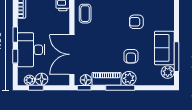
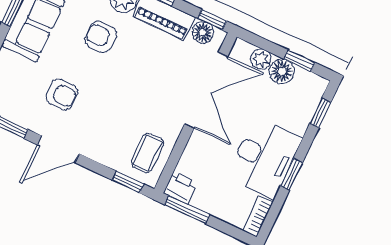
desk: (31, 50) -> (264, 158), moved
window: (15, 56) -> (320, 113), moved
armchair: (131, 56) -> (101, 37), turned -90
plant: (29, 80) -> (261, 59), moved

